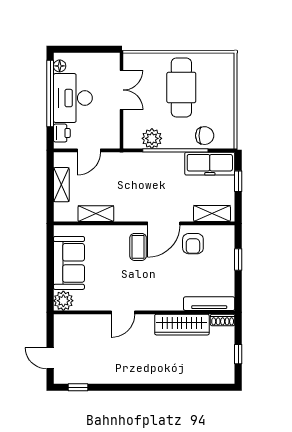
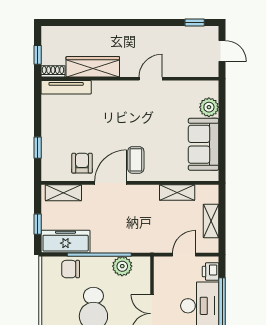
tv unit: (209, 304) -> (66, 87), moved
door: (123, 312) -> (151, 79), moved
wall: (144, 312) -> (130, 79), moved
shoe rack: (223, 320) -> (53, 71), moved
wardrobe: (182, 325) -> (93, 67), moved

